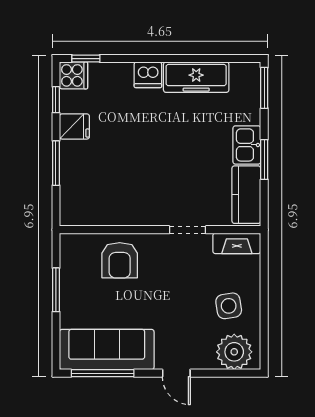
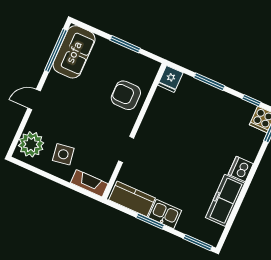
fridge: (74, 126) -> (170, 79), moved
fireplace: (237, 243) -> (89, 183), moved, turned 90
sofa: (107, 350) -> (74, 52), width x0.73

